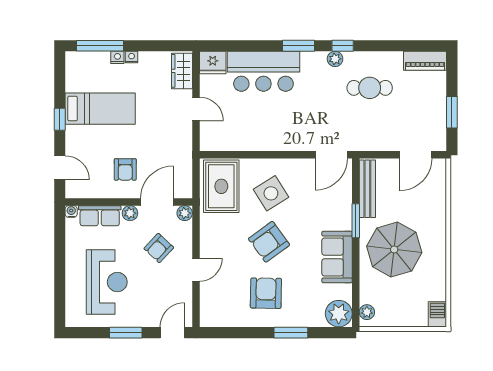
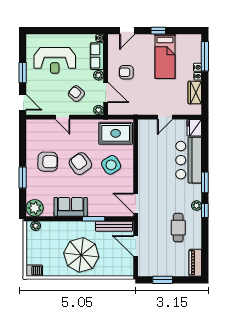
wardrobe: (182, 71) -> (195, 92), moved, turned -90
door: (416, 155) -> (136, 246), moved
parasol: (394, 249) -> (81, 255), moved

